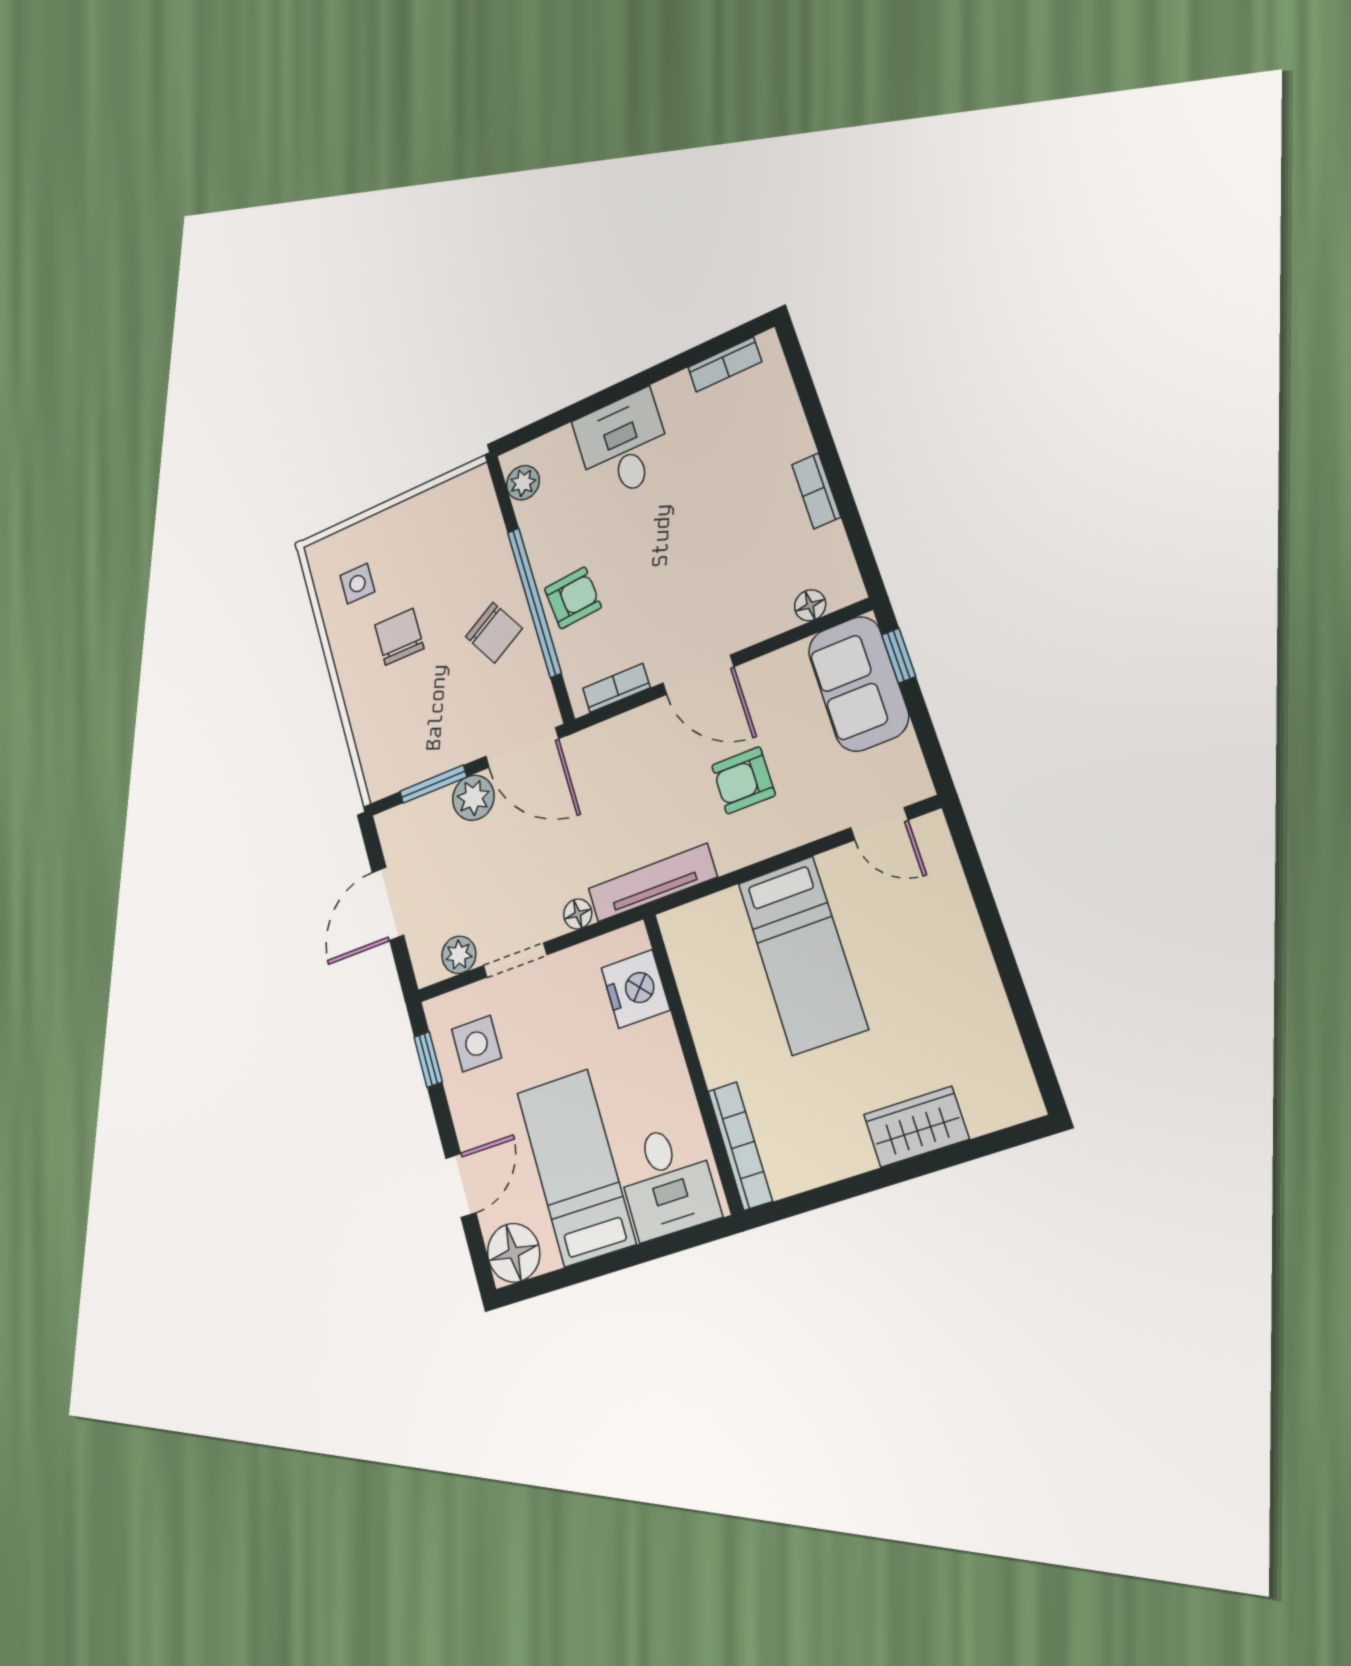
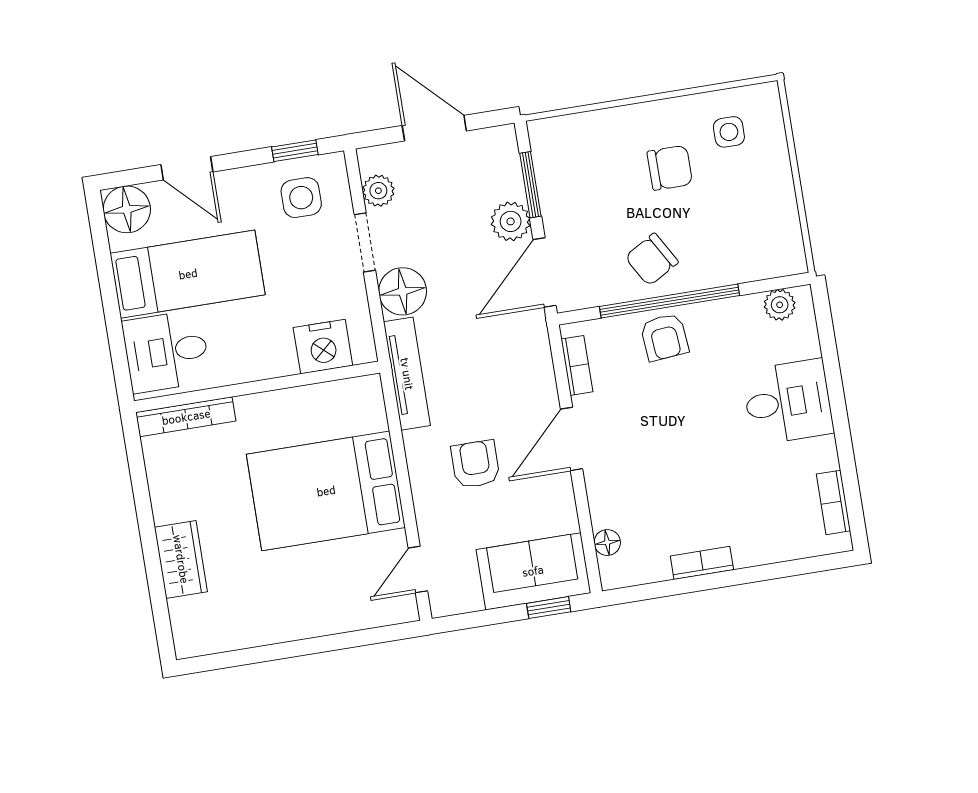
floor lamp: (578, 914) -> (403, 291), width x1.89, depth x1.89
bed: (802, 955) -> (326, 491), width x1.50

